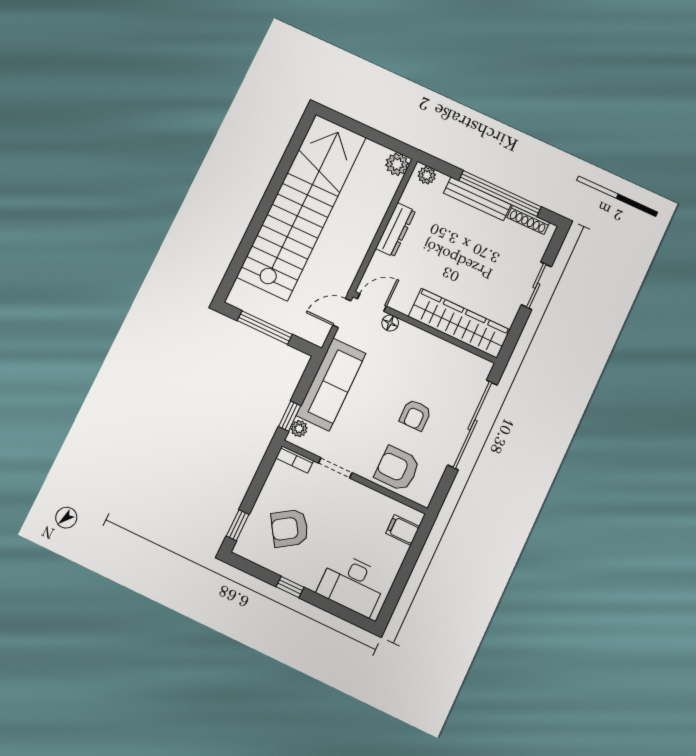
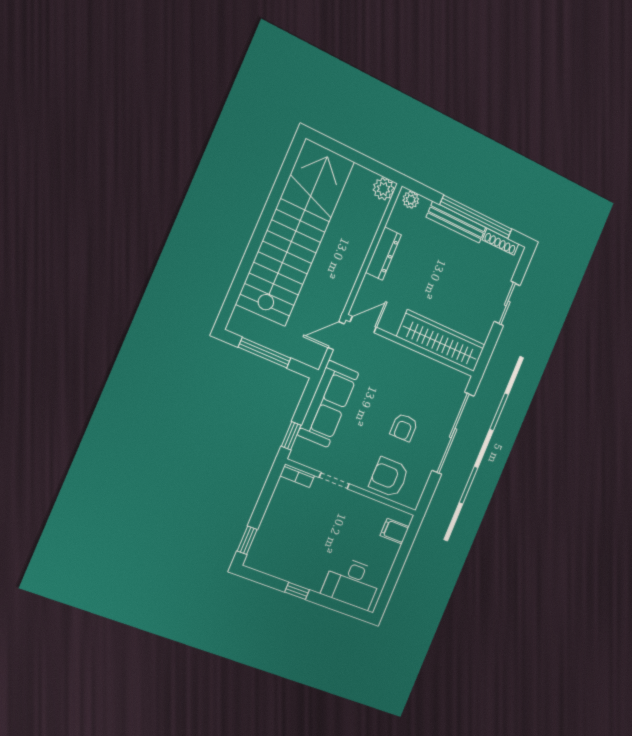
floor lamp: (390, 323) -> (380, 343), removed
plant: (299, 429) -> (300, 447), removed
armchair: (290, 528) -> (295, 539), removed

